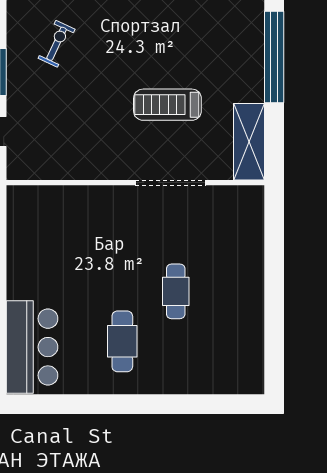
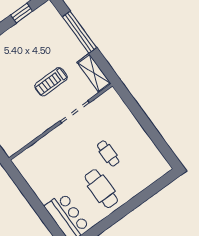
cafe table: (122, 341) -> (101, 189), width x1.37, depth x1.35

